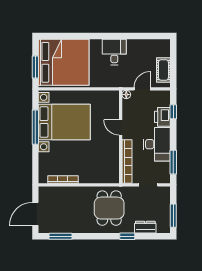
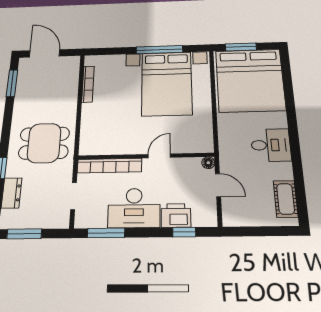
cot: (163, 70) -> (286, 199), moved, turned 90

